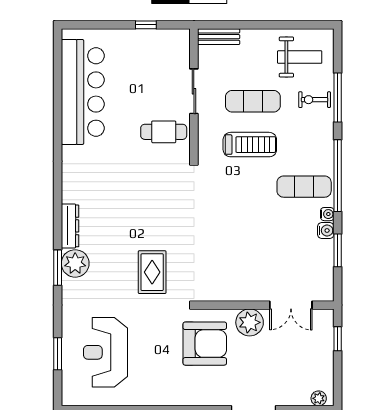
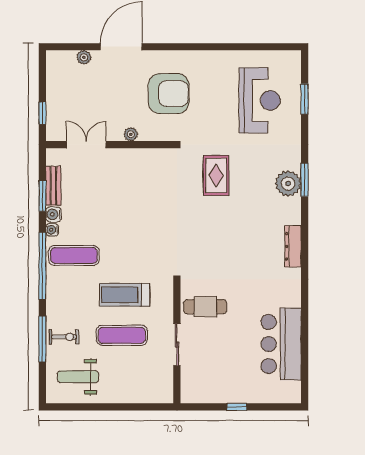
window: (146, 25) -> (237, 407), moved
bench: (219, 37) -> (53, 186), moved, turned 90
bar counter: (83, 92) -> (281, 344), width x0.73
dresser: (70, 226) -> (293, 246), moved
plant: (250, 322) -> (131, 134), width x0.53, depth x0.53
armchair: (205, 344) -> (169, 94), moved, turned 180
plant: (319, 398) -> (84, 57), moved

